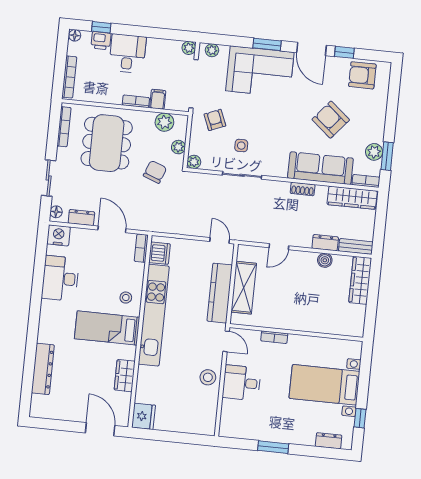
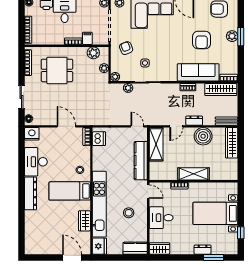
armchair: (331, 120) -> (202, 40), turned -130
dining table: (107, 143) -> (57, 70), width x0.73
plant: (374, 152) -> (232, 36), moved
window: (387, 156) -> (241, 37), moved
chair: (155, 172) -> (90, 86), removed
plant: (212, 181) -> (128, 88), added
dresser: (81, 217) -> (46, 121), removed
dresser: (325, 243) -> (194, 121), moved
boiler: (325, 260) -> (203, 136), width x1.86, depth x1.86
shelving: (244, 288) -> (156, 144), moved
kitchen unit: (154, 315) -> (99, 204), moved
shelving: (298, 321) -> (194, 174), added
dresser: (43, 369) -> (31, 193), moved
stool: (208, 377) -> (129, 213), moved
kitchen counter: (197, 425) -> (135, 248), added
wardrobe: (234, 429) -> (159, 248), added
dresser: (329, 441) -> (203, 250), moved
window: (273, 447) -> (214, 258), moved

